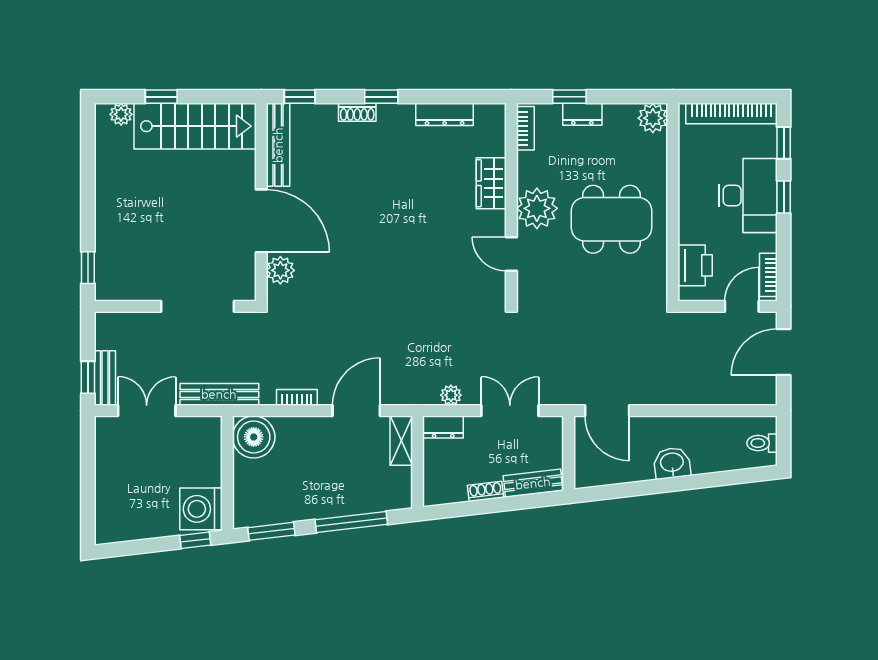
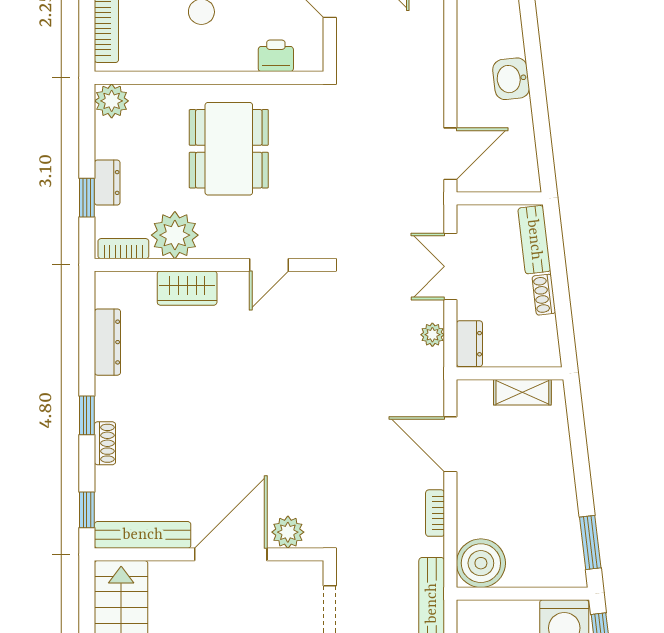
plant: (537, 208) -> (175, 235), moved
printer: (695, 265) -> (276, 56), width x0.73, depth x0.81
shelving: (401, 441) -> (522, 392), moved
window: (351, 522) -> (579, 450), removed

